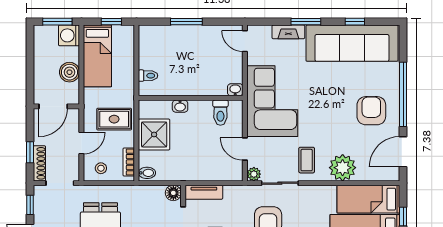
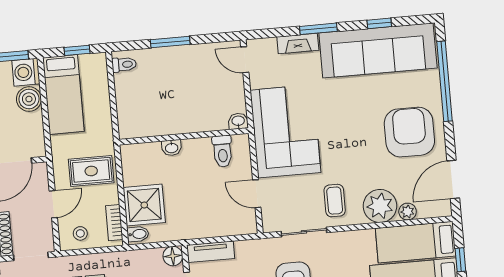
boiler: (69, 72) -> (29, 99), moved
toilet: (148, 76) -> (124, 65), moved
window: (403, 94) -> (444, 81), moved
armchair: (371, 111) -> (409, 132), width x1.36, depth x1.36
shower: (154, 134) -> (144, 205), moved
plant: (254, 174) -> (408, 212), moved

